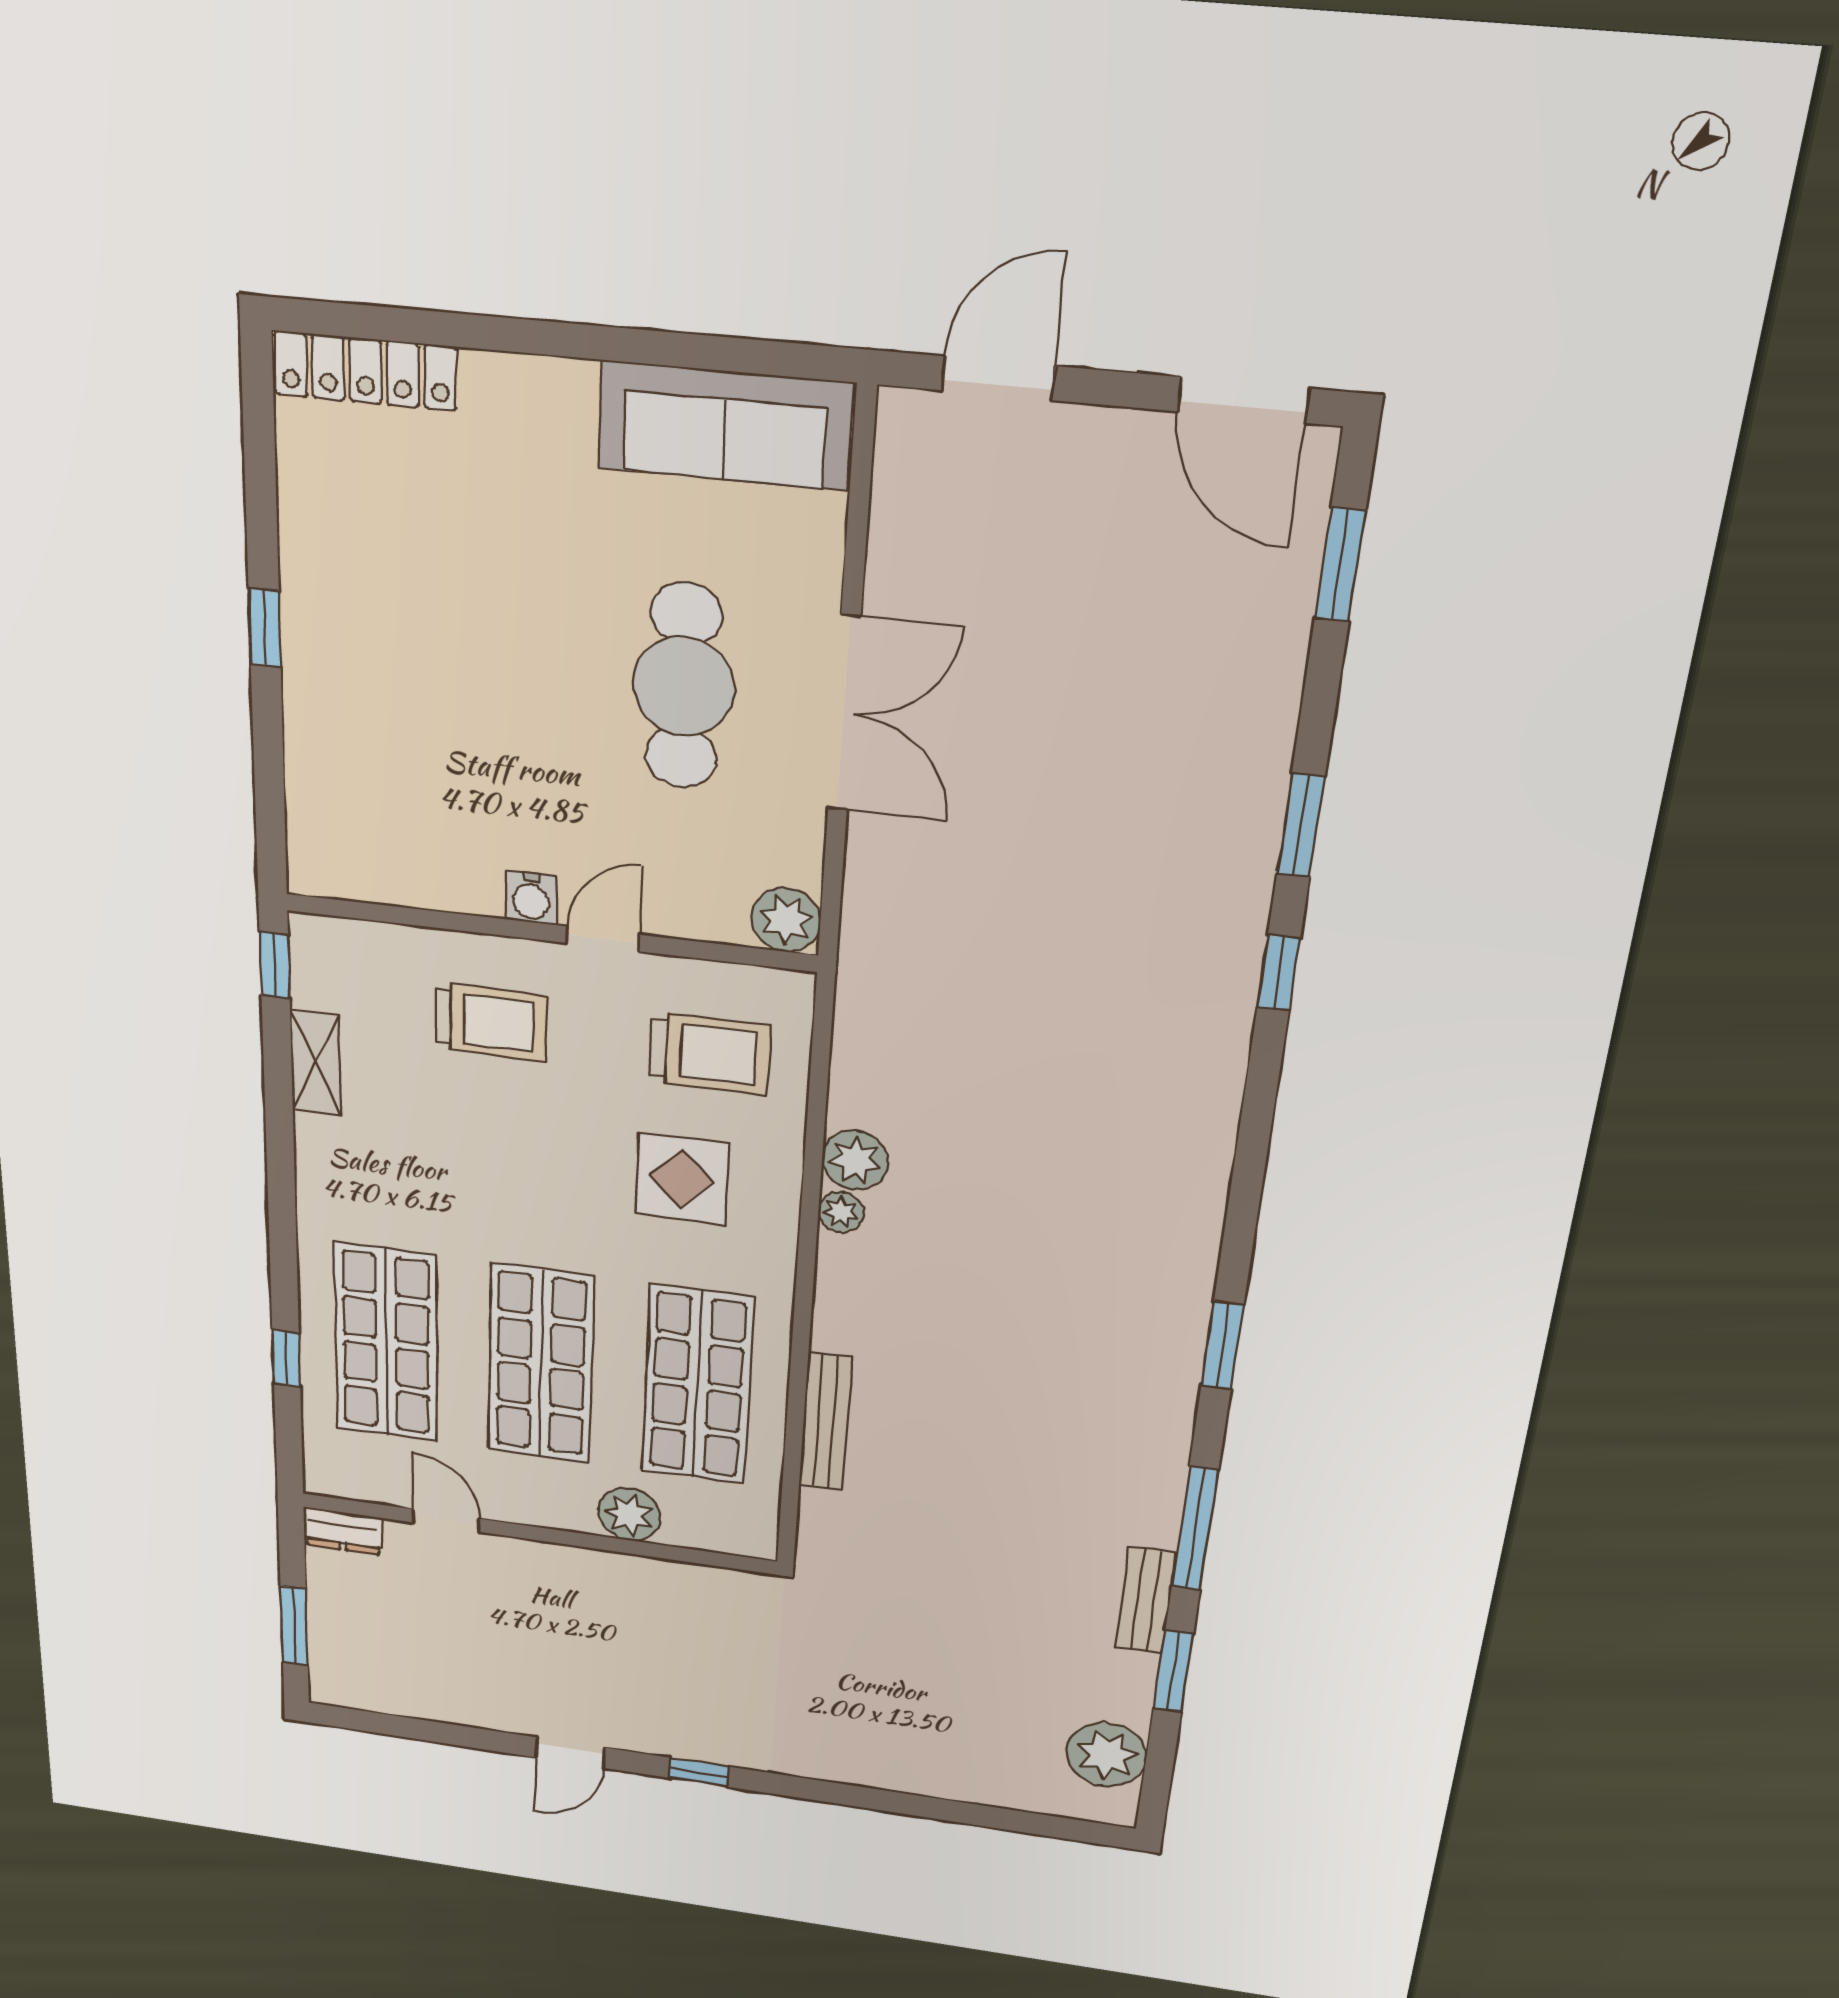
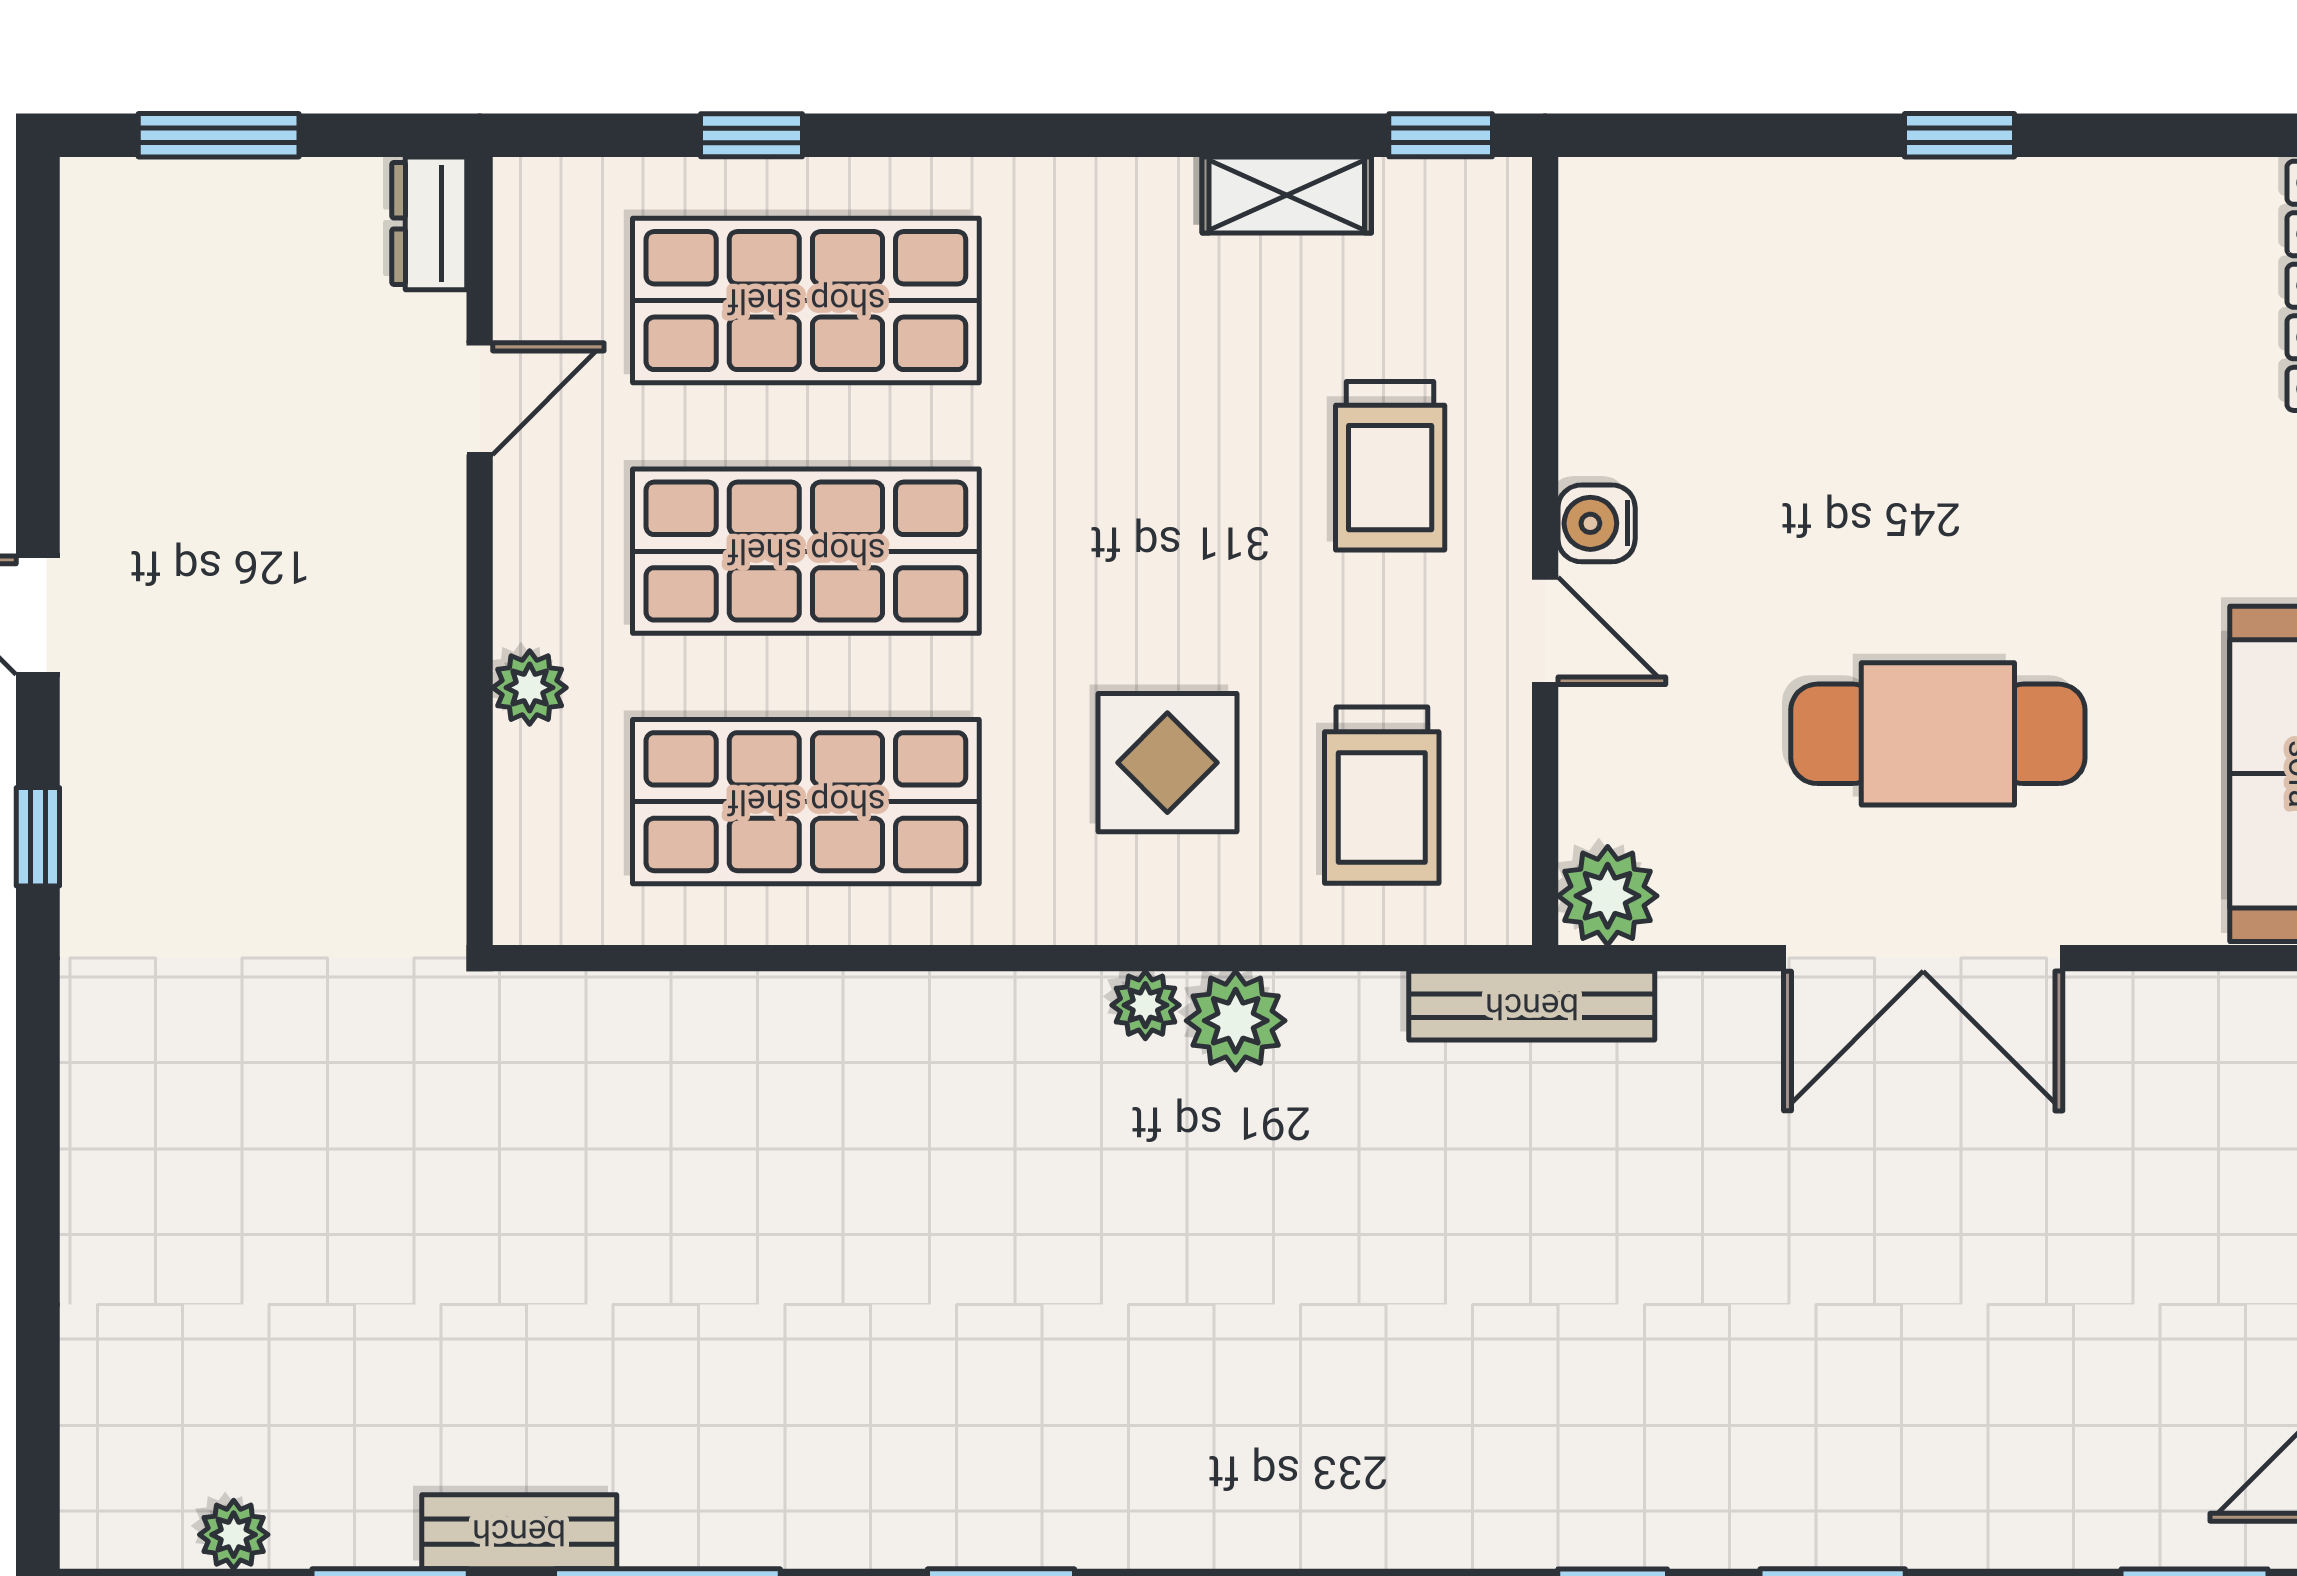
bench: (825, 1422) -> (1532, 1006), moved
plant: (629, 1514) -> (530, 688), width x0.73, depth x0.73
plant: (1106, 1755) -> (234, 1535), width x0.53, depth x0.53

